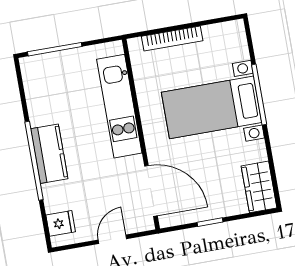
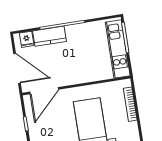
kitchen unit: (119, 106) -> (118, 49), moved, turned -90
kitchen counter: (49, 154) -> (49, 36), moved
door: (112, 239) -> (17, 68), width x1.88

